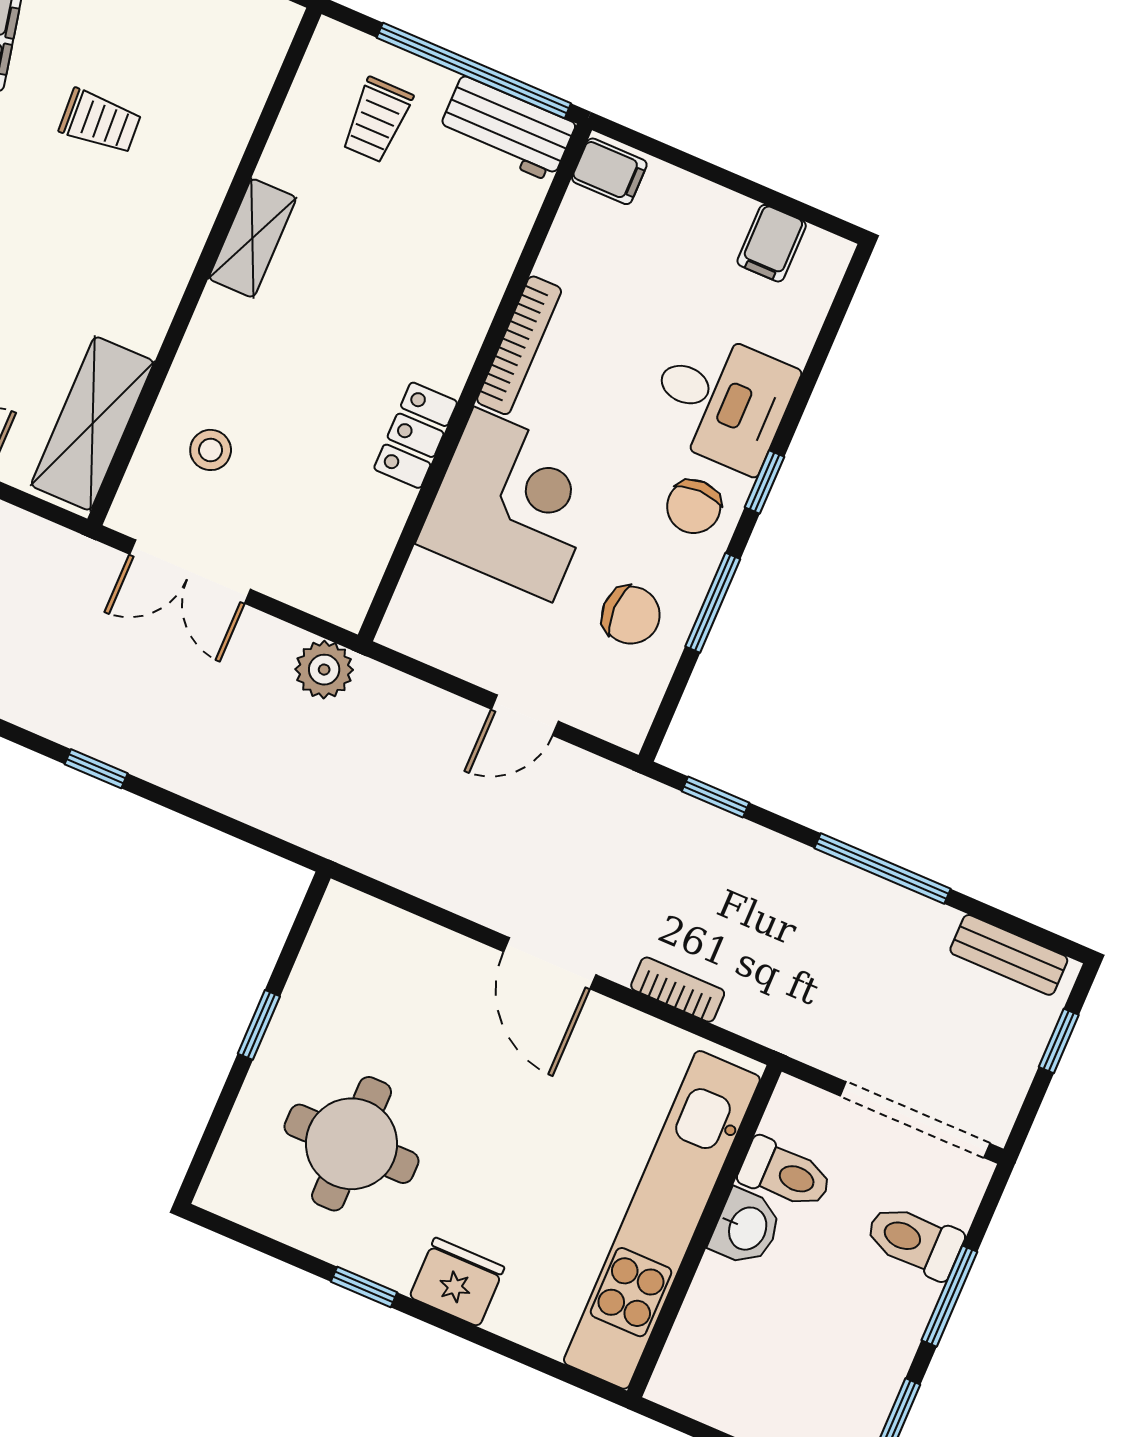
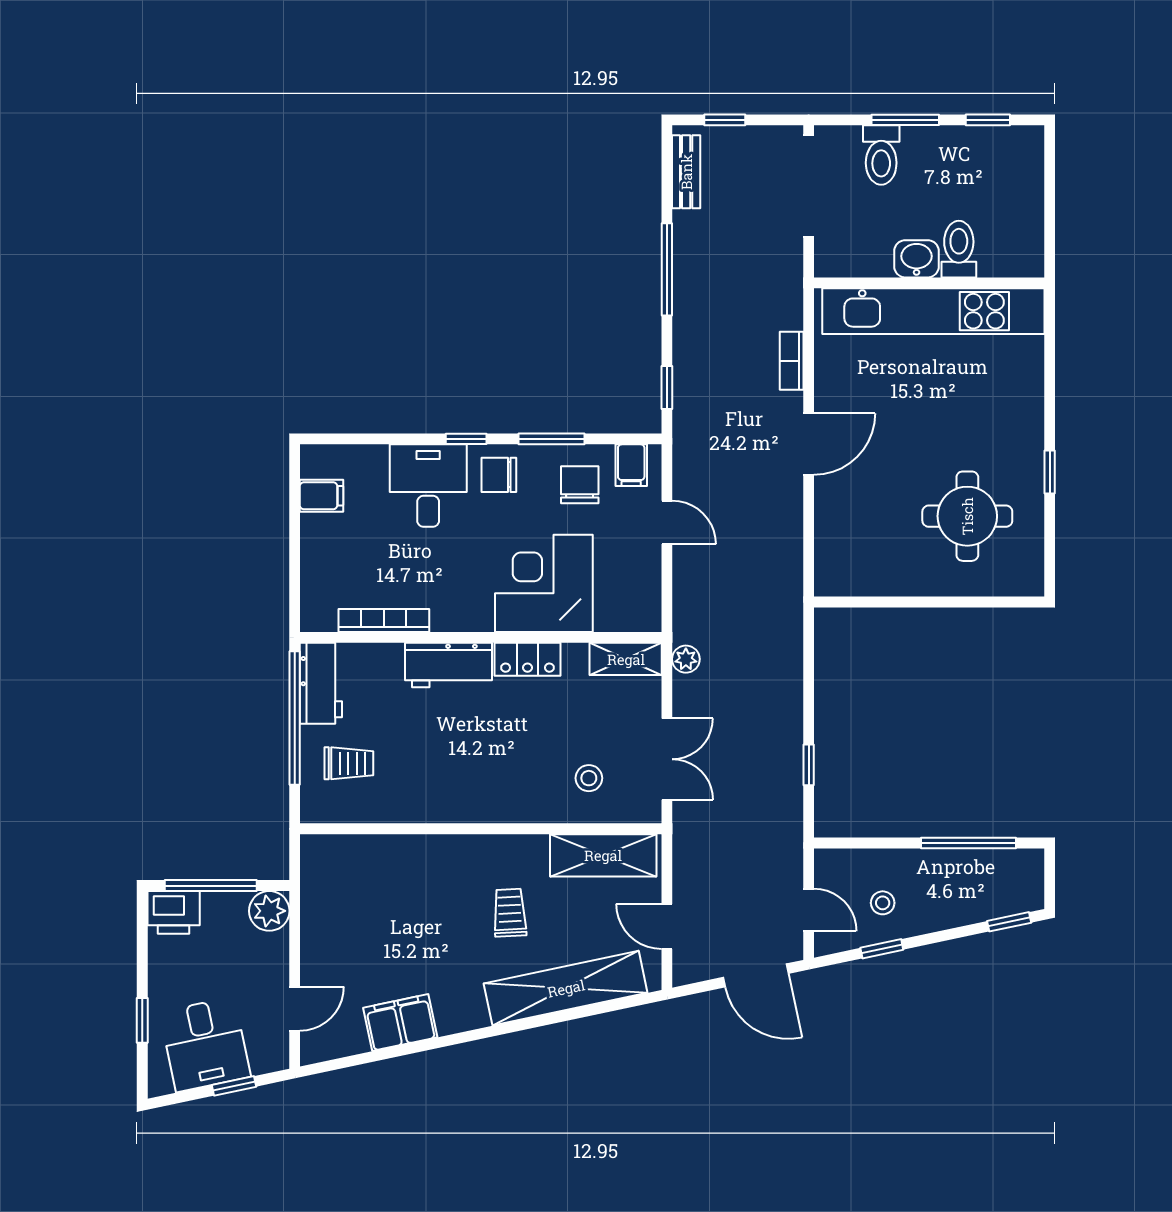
trolley: (100, 122) -> (510, 913), moved
filing cabinet: (609, 171) -> (631, 465), moved, turned 180
shelving: (252, 238) -> (626, 659), moved
workbench: (455, 320) -> (448, 665), added
bookcase: (519, 345) -> (384, 621), moved
chair: (694, 507) -> (499, 475), turned 180
plant: (324, 670) -> (686, 659), width x0.73, depth x0.73
window: (259, 1025) -> (920, 602), removed
toilet: (785, 1174) -> (959, 249), moved
fridge: (457, 1282) -> (1023, 418), removed

